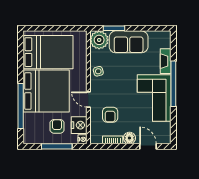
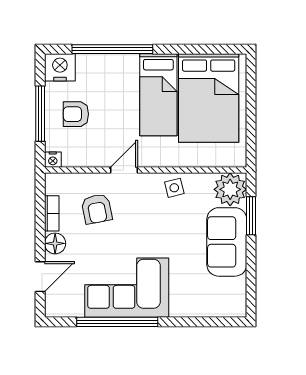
fireplace: (166, 61) -> (192, 308), removed
window: (173, 84) -> (117, 322), moved
bed: (46, 91) -> (158, 95), width x0.49
armchair: (110, 115) -> (97, 209), turned -101
nightstand: (79, 125) -> (60, 67), moved, turned 180
armchair: (57, 126) -> (76, 114), turned 180

